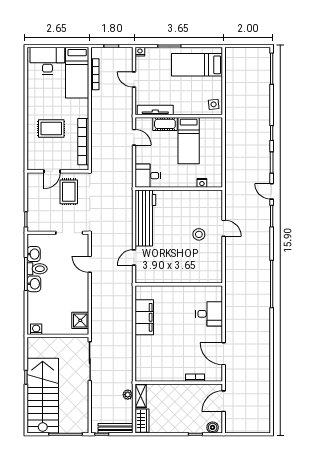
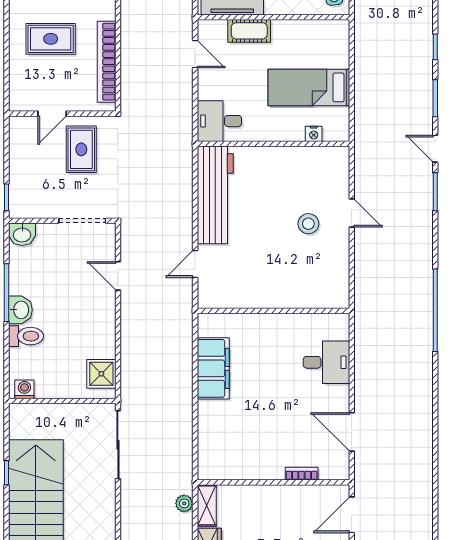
bed: (189, 141) -> (309, 87), moved, turned 90
washbasin: (34, 254) -> (22, 234), moved, turned 90
toilet: (37, 269) -> (26, 336), moved

